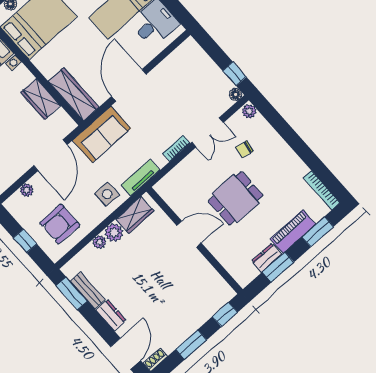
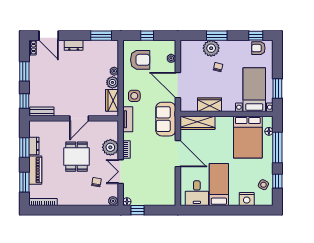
plant: (190, 169) -> (110, 147), added
armchair: (60, 224) -> (140, 60), turned 90
bench: (88, 290) -> (42, 111), moved

